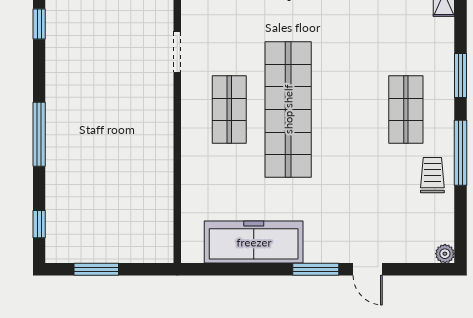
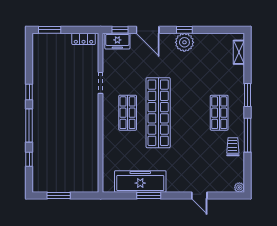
window: (39, 24) -> (29, 92), moved
window: (39, 224) -> (29, 159), moved
window: (316, 269) -> (149, 196), moved

